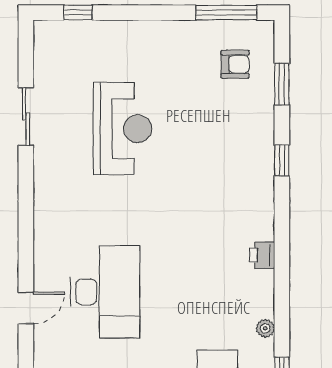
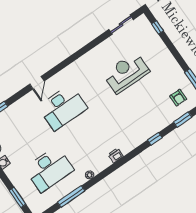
sliding door: (26, 117) -> (121, 25), moved
reception desk: (122, 129) -> (126, 73), turned 180
door: (26, 308) -> (37, 83), hinge flipped

